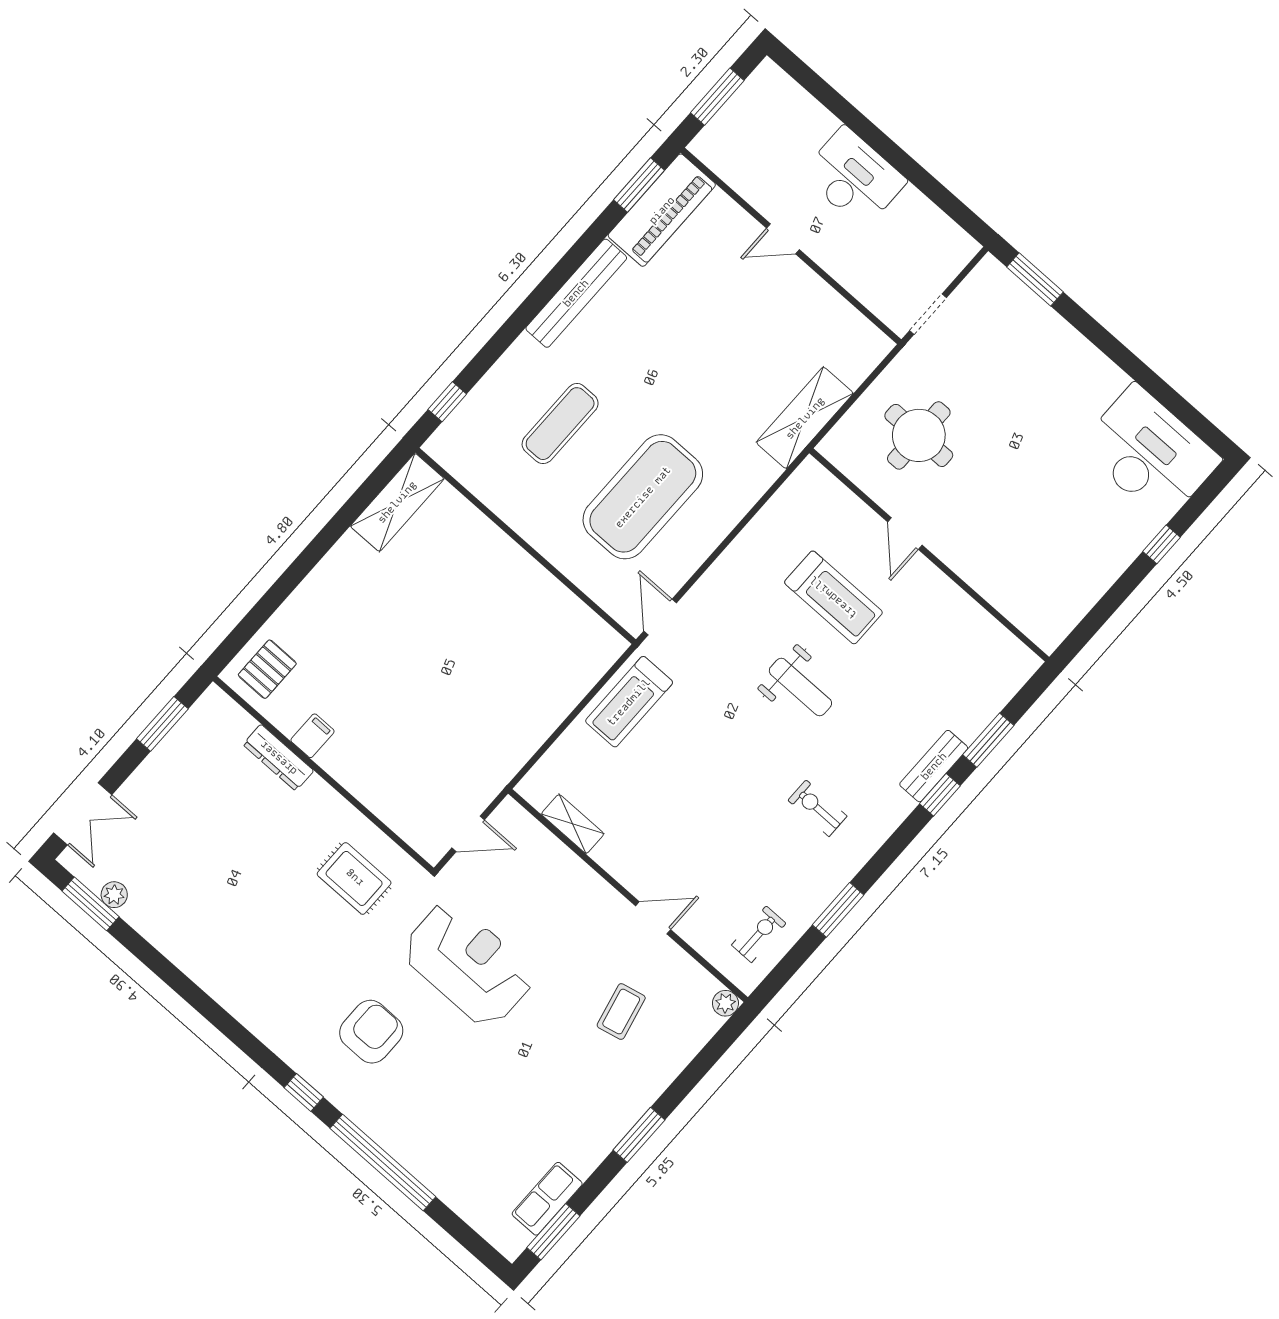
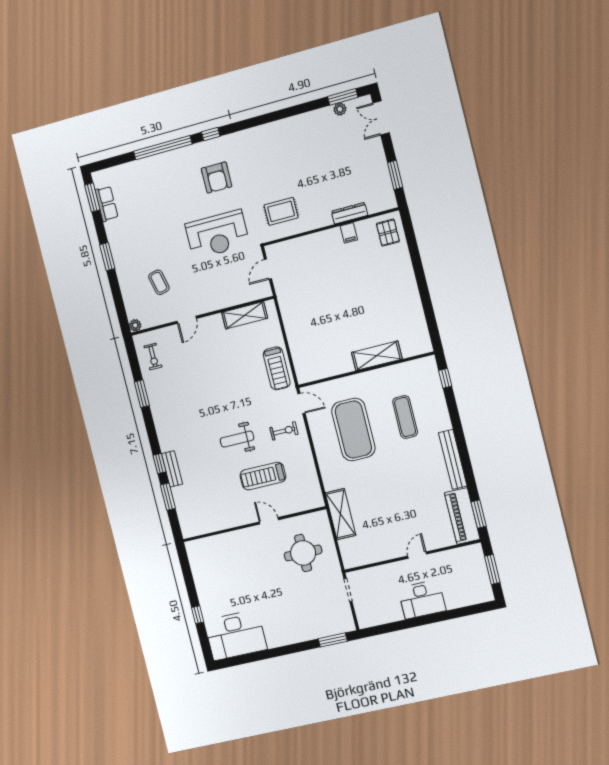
shelving: (397, 502) -> (377, 356), moved, turned 90
treadmill: (629, 702) -> (277, 368), turned 180
exercise bike: (817, 808) -> (284, 431), moved
shelving: (573, 824) -> (245, 315), width x1.50, depth x1.33

